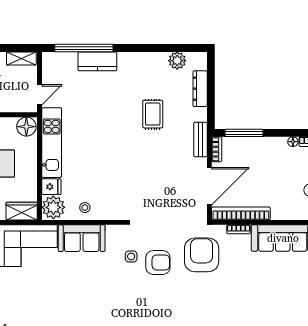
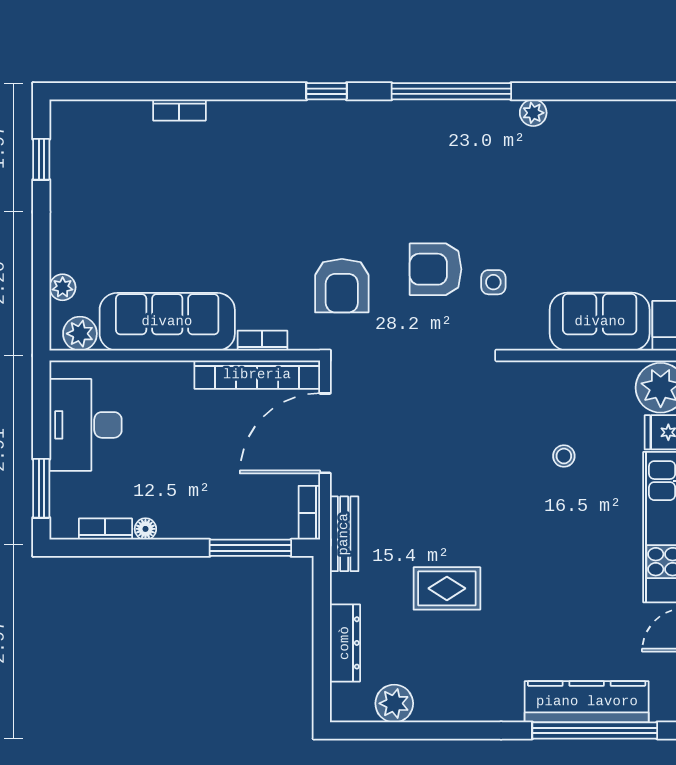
kitchen counter: (97, 61) -> (587, 702), width x1.50
rug: (153, 114) -> (447, 588), turned 90
stool: (85, 208) -> (564, 456), moved
armchair: (202, 255) -> (342, 286), width x0.73, depth x0.73

